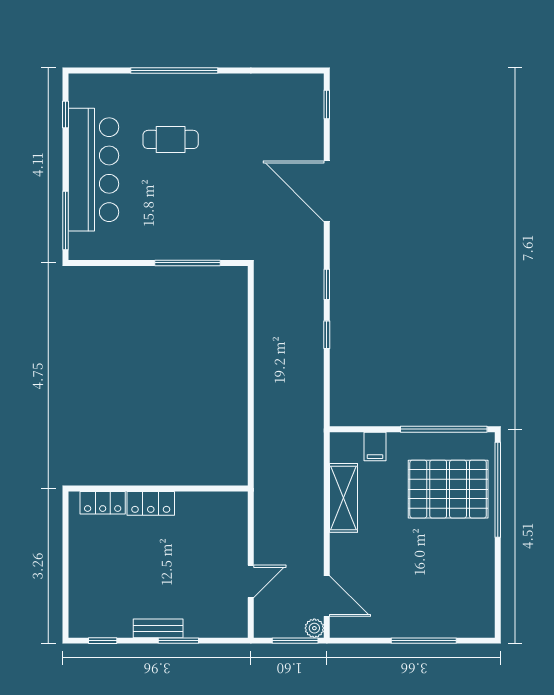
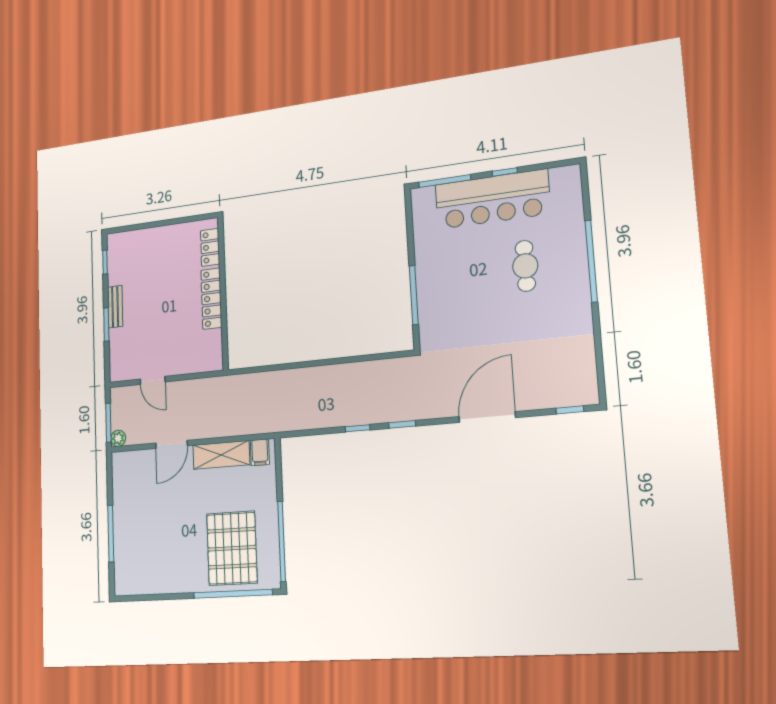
window: (66, 114) -> (505, 172), moved
filing cabinet: (375, 446) -> (260, 452), moved, turned -90
locker: (151, 503) -> (211, 299), width x1.53
door: (327, 596) -> (171, 444), moved

